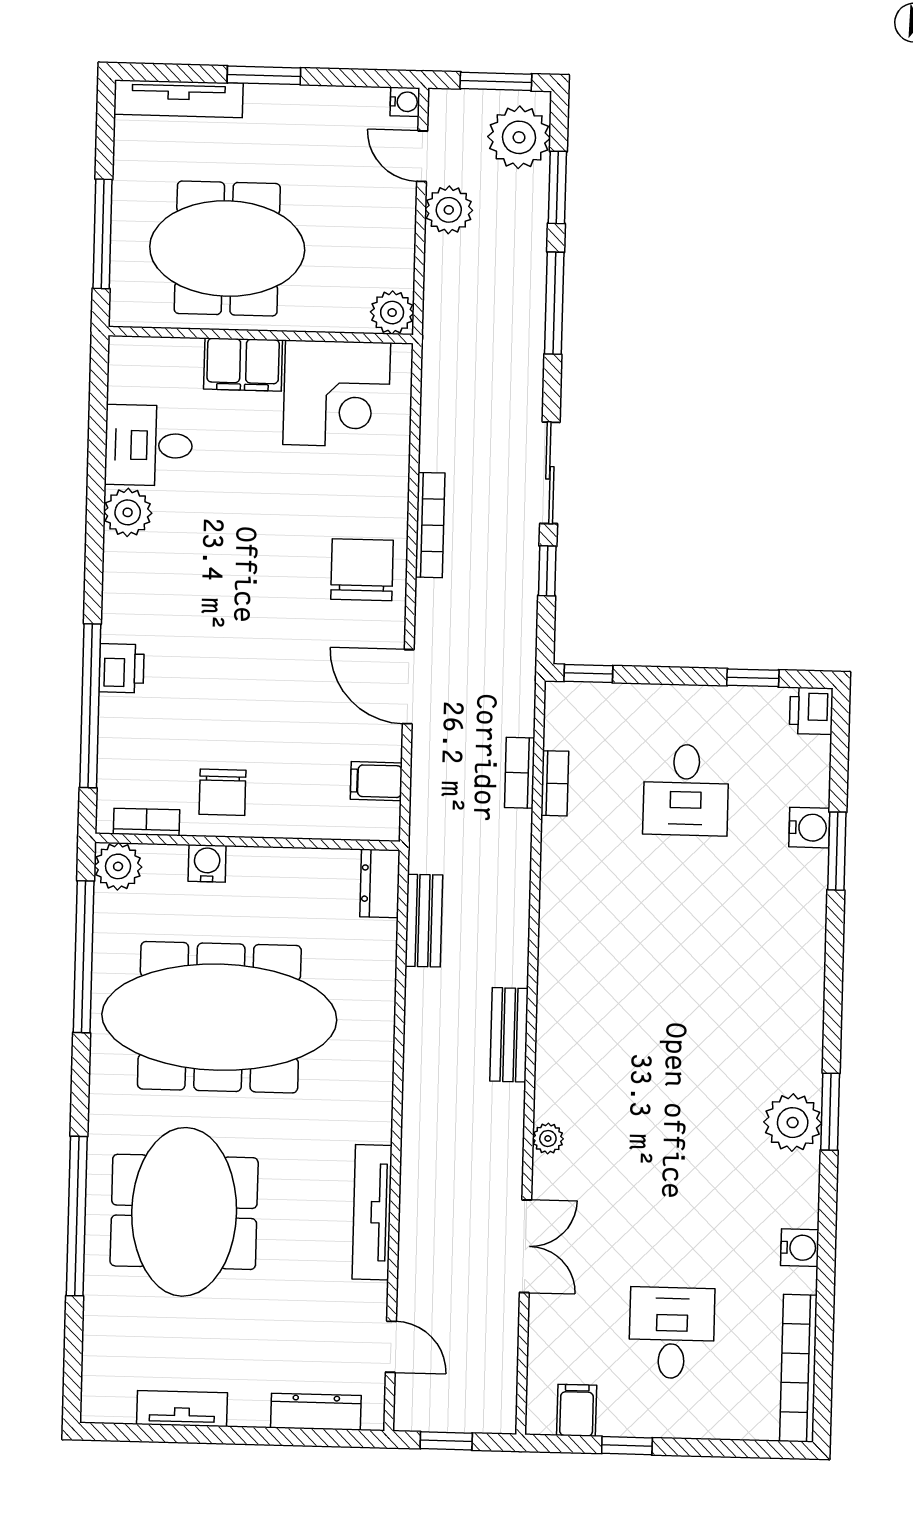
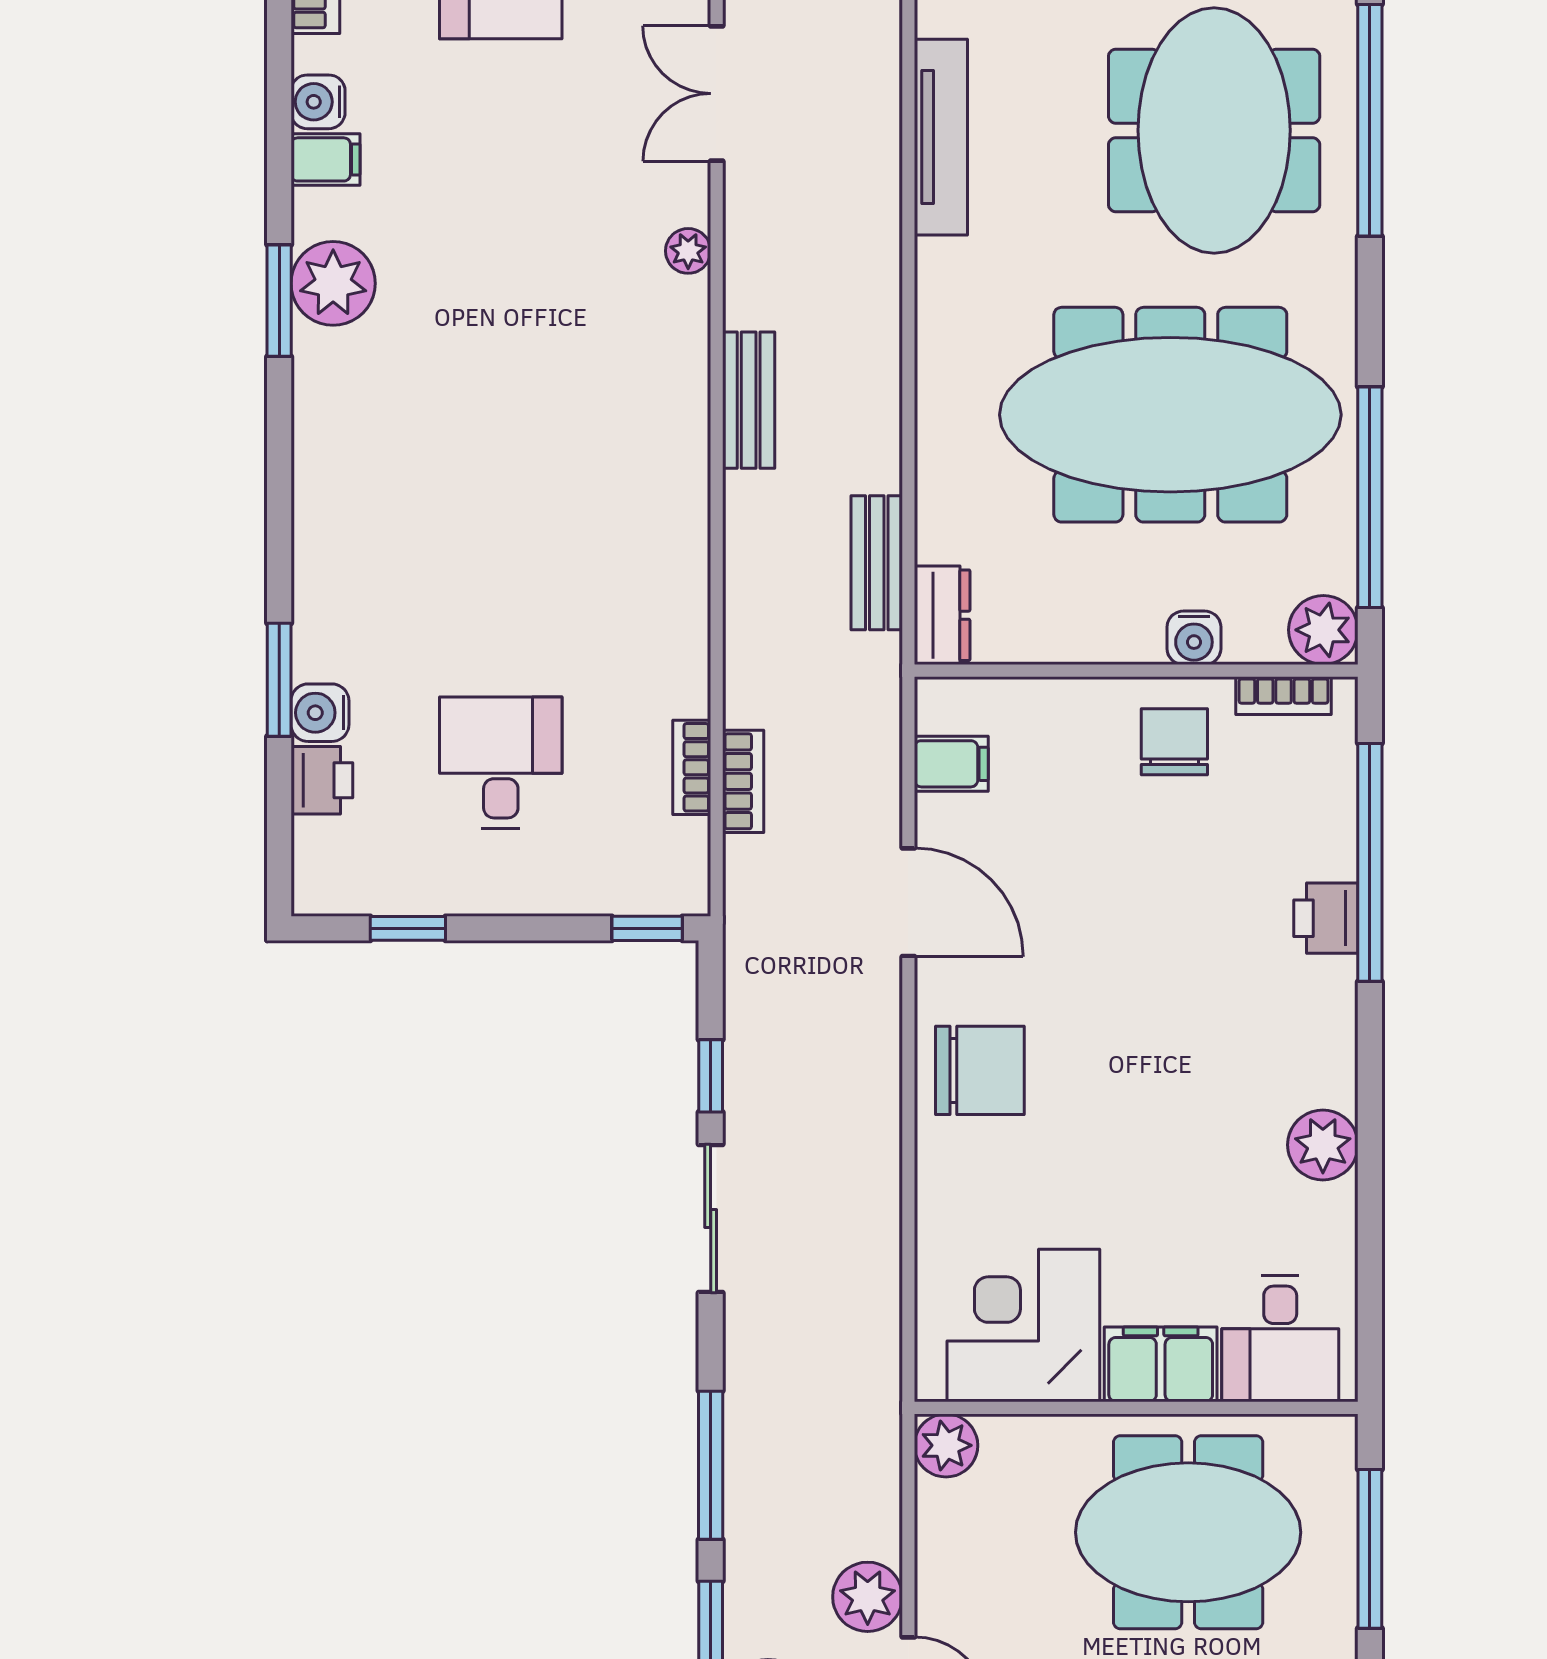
desk: (149, 445) -> (1280, 1339), moved, turned 90
bookcase: (430, 525) -> (883, 1138), removed
chair: (362, 570) -> (980, 1070), turned -90
printer: (811, 711) -> (322, 780), moved
filing cabinet: (796, 1208) -> (325, 159), added

